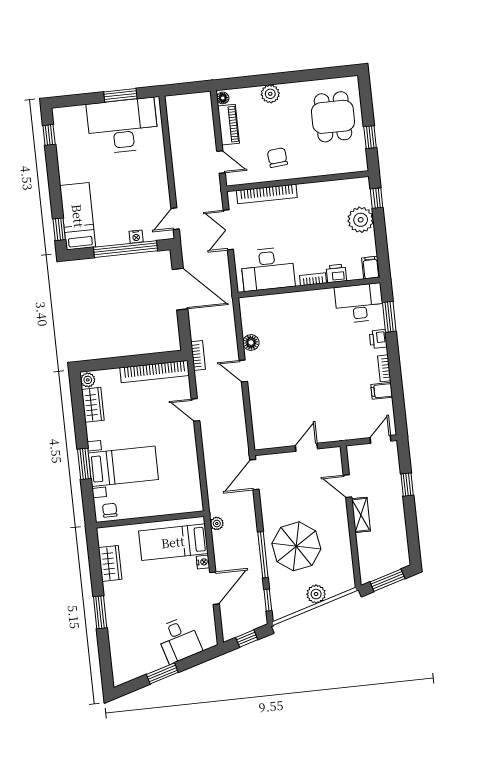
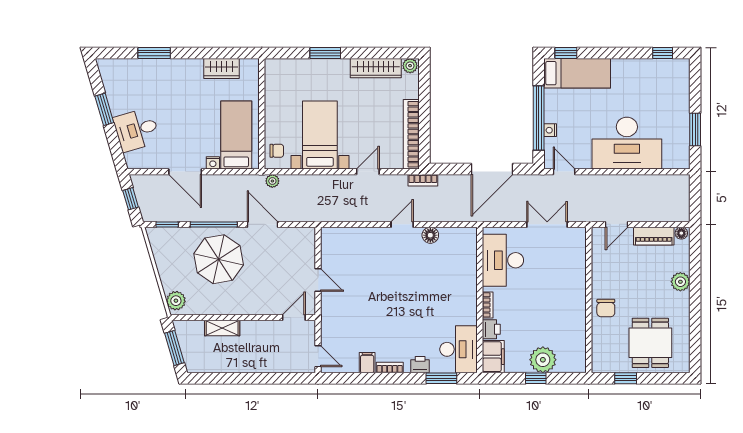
dining table: (333, 117) -> (650, 343), turned 90
desk: (122, 126) -> (627, 143), moved, turned 90
chair: (277, 158) -> (606, 308), moved, turned 95
bookcase: (267, 194) -> (579, 267), removed
window: (377, 198) -> (536, 378), moved
filing cabinet: (371, 268) -> (493, 357), width x2.00
wardrobe: (93, 405) -> (376, 68), width x1.50
bed with nightstands: (123, 466) -> (320, 135), moved, turned 180
door: (254, 475) -> (263, 224), moved
window: (407, 485) -> (269, 378), removed
door: (348, 486) -> (294, 318), moved
chair: (110, 510) -> (277, 151), moved
shelving: (361, 515) -> (222, 328), moved
plant: (217, 523) -> (272, 181), moved
plant: (316, 594) -> (176, 301), moved
window: (100, 612) -> (154, 53), moved

